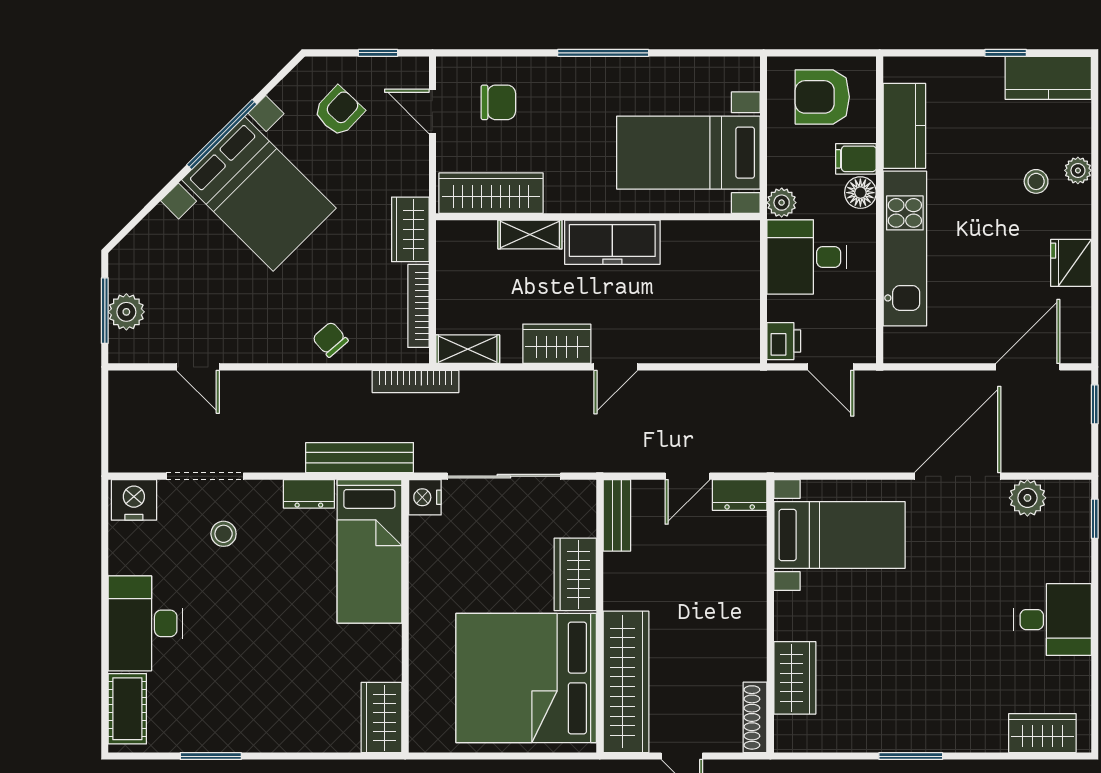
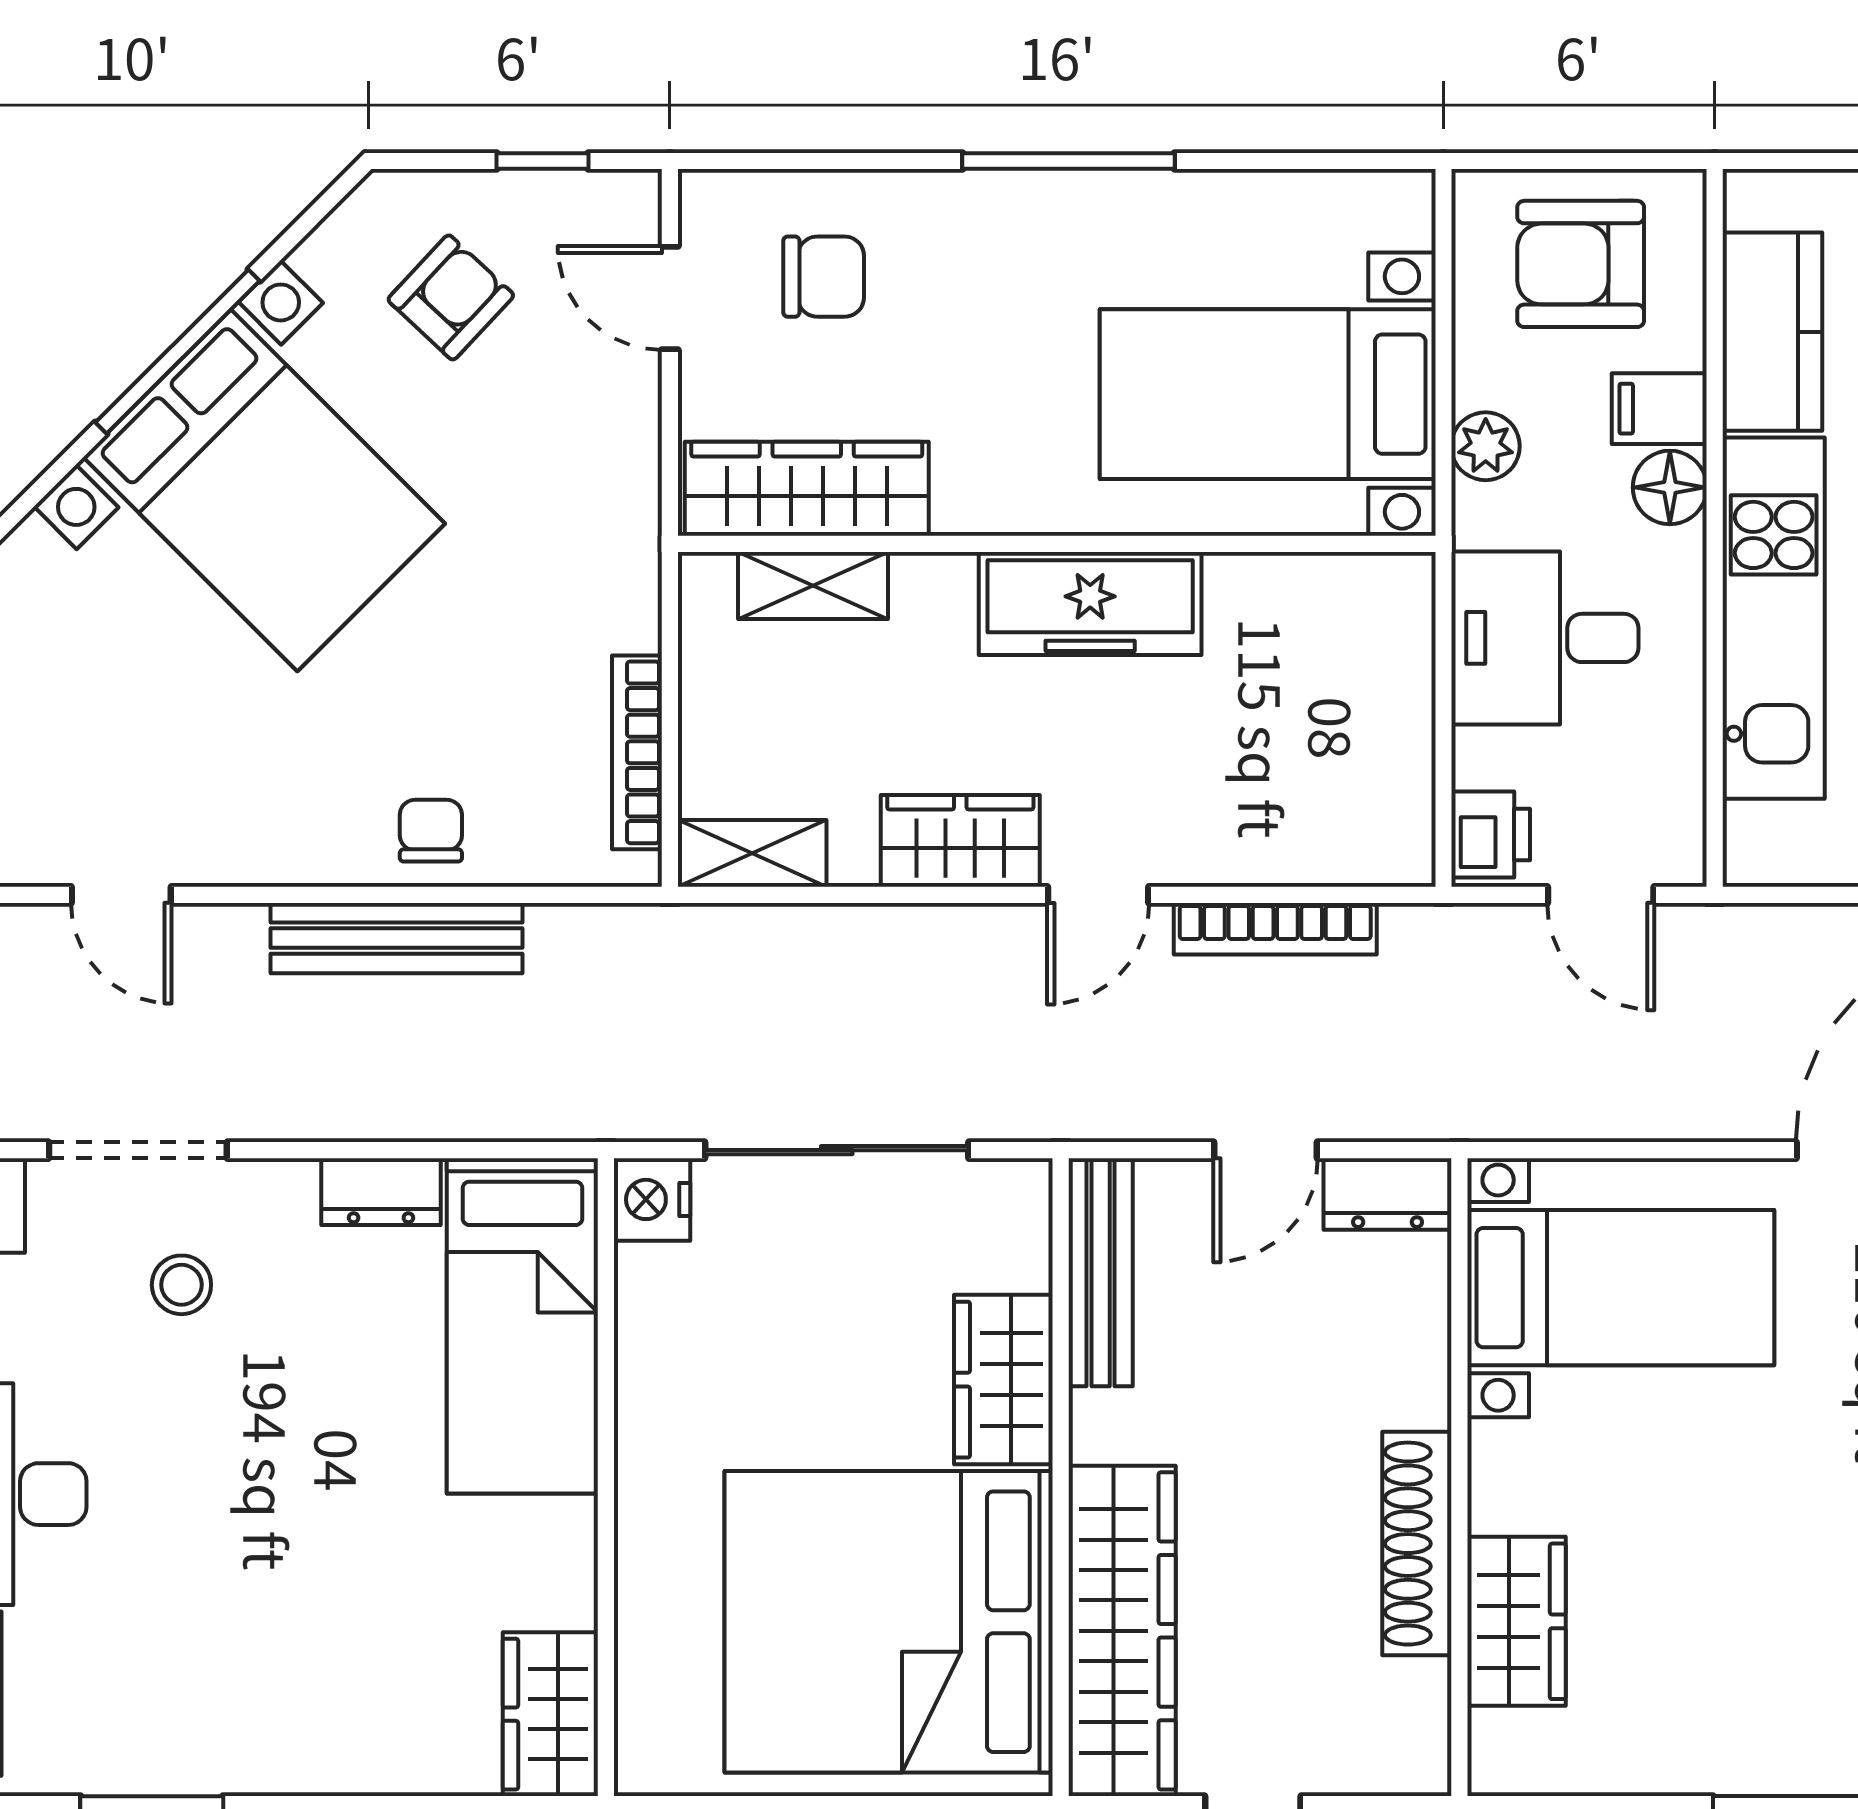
plant: (782, 203) -> (1486, 446), moved
wardrobe: (410, 229) -> (618, 574), removed
shelving: (530, 235) -> (813, 586), moved
chair: (330, 339) -> (431, 831), turned 41
bookcase: (416, 381) -> (1275, 929), moved
bench: (360, 458) -> (396, 938), moved
bench: (617, 515) -> (1101, 1272), width x1.36
shoe rack: (755, 717) -> (1417, 1544), moved, width x1.36, depth x1.24

